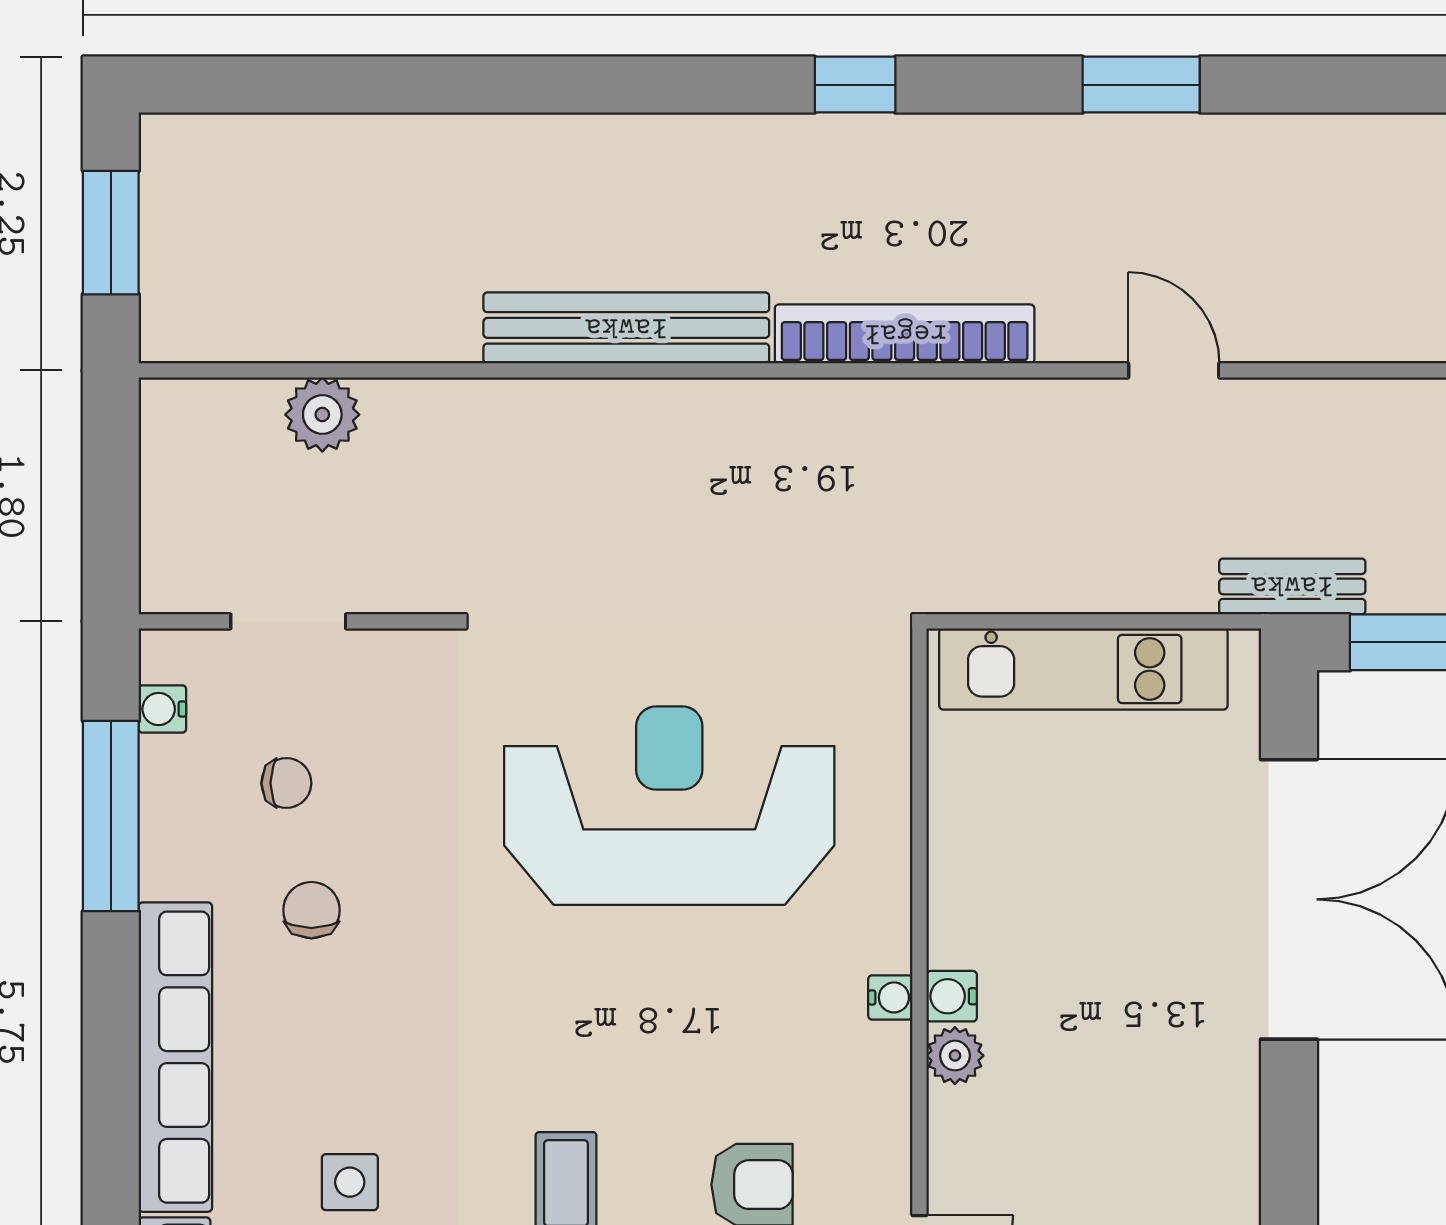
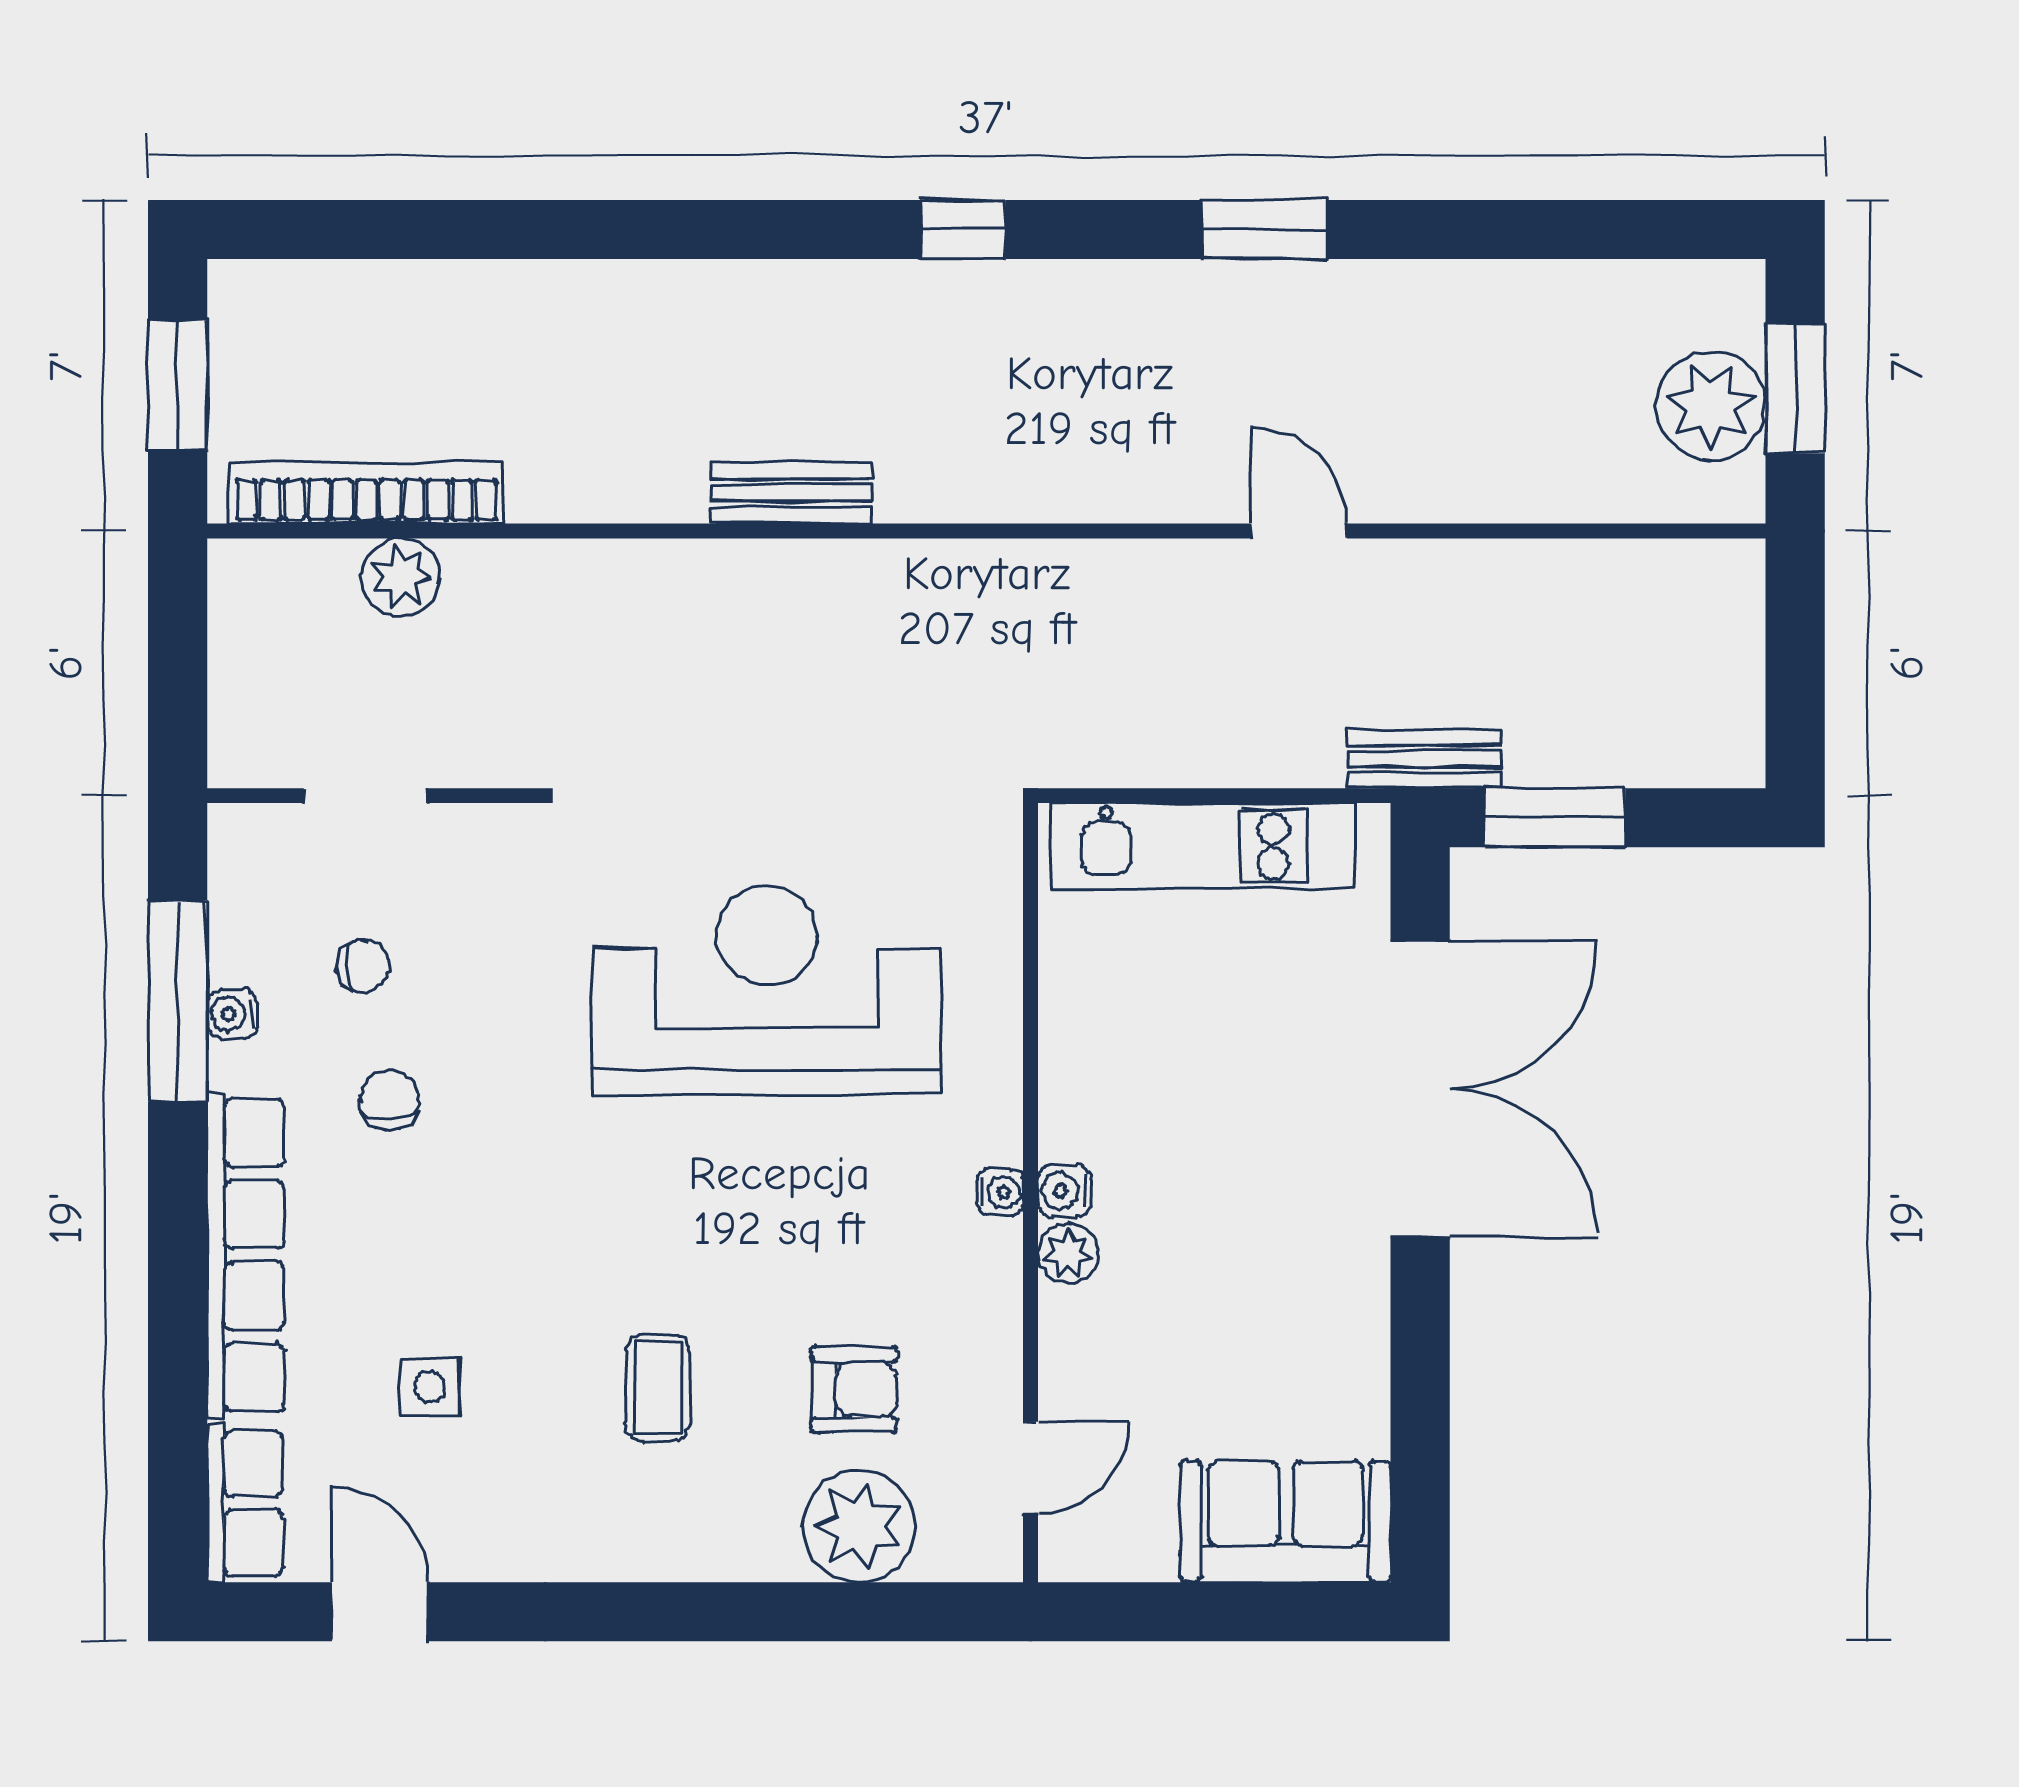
bench: (626, 328) -> (791, 493), width x0.54, depth x0.82
bookcase: (905, 334) -> (366, 493), moved
water cooler: (162, 709) -> (232, 1014), moved

